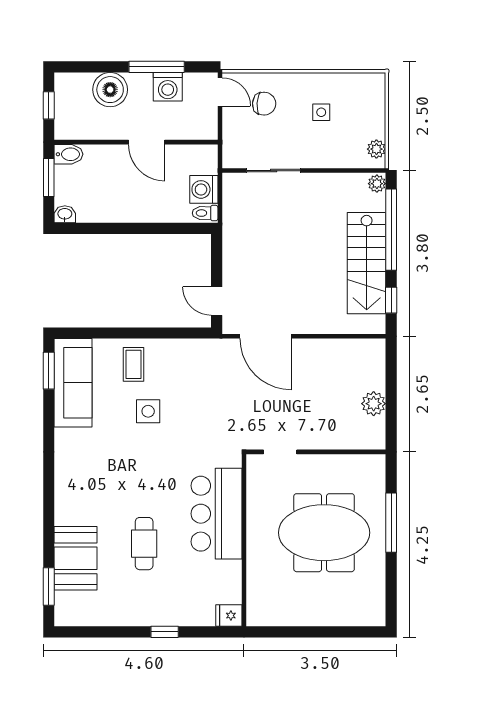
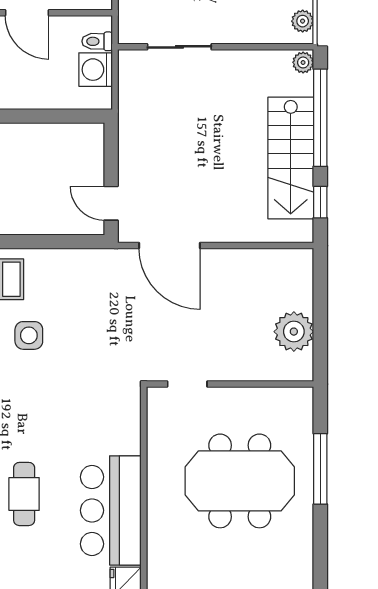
toilet: (205, 213) -> (97, 41), moved
plant: (374, 404) -> (294, 332), width x1.36, depth x1.36
bar counter: (216, 514) -> (111, 510), moved

